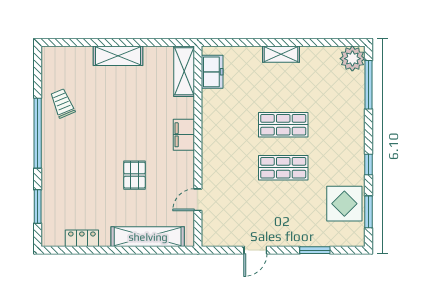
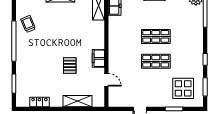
filing cabinet: (184, 135) -> (98, 58), moved
door: (198, 200) -> (106, 80), swing flipped
display table: (344, 204) -> (183, 88), moved
shelving: (148, 237) -> (77, 101), width x0.68

